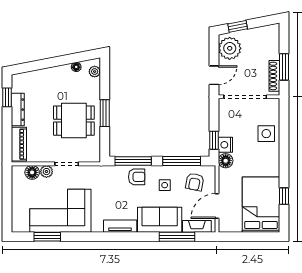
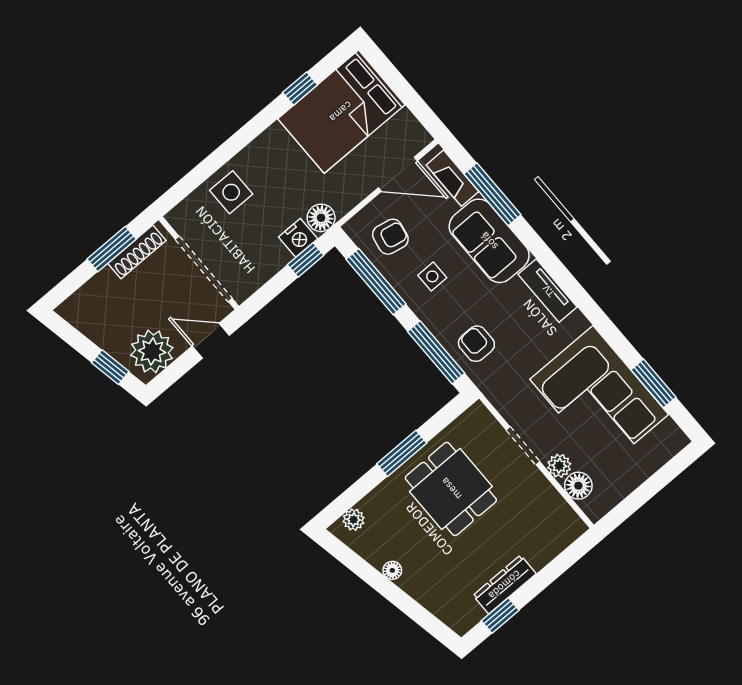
floor lamp: (76, 67) -> (392, 570), moved
piano: (19, 144) -> (553, 540), removed
armchair: (137, 177) -> (476, 344), moved

